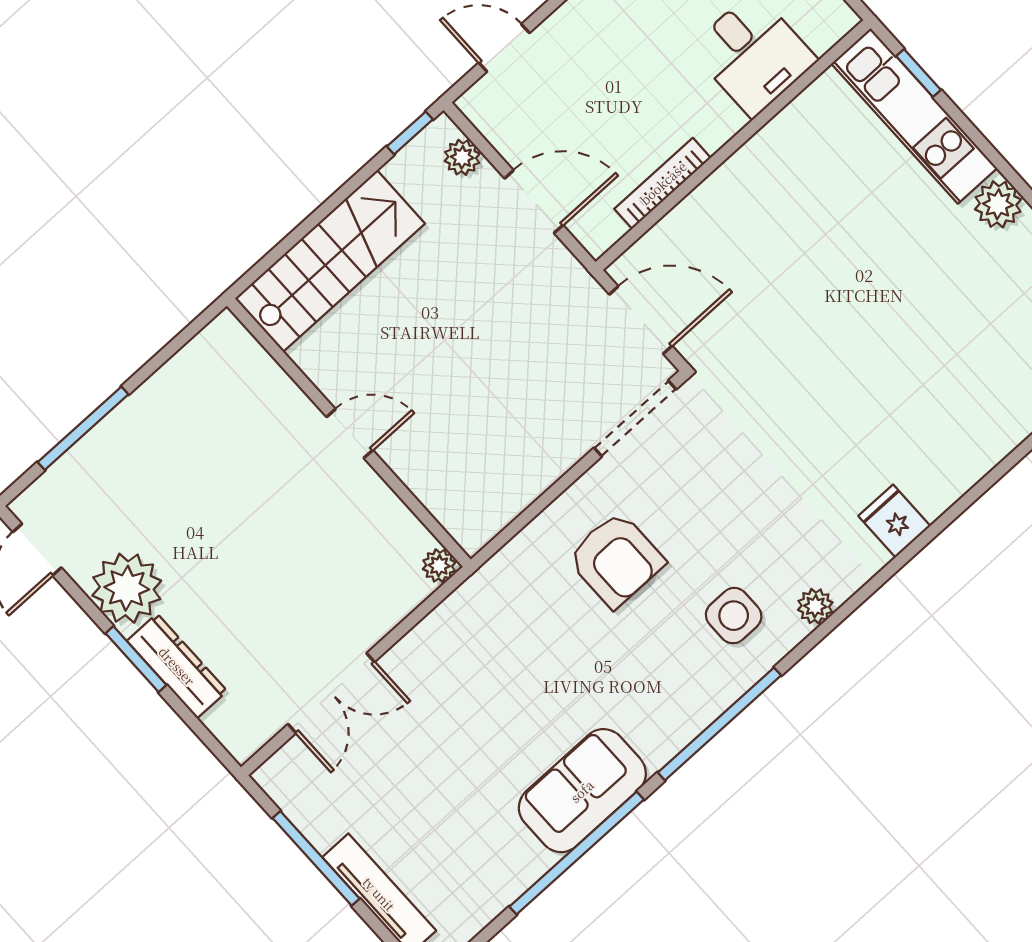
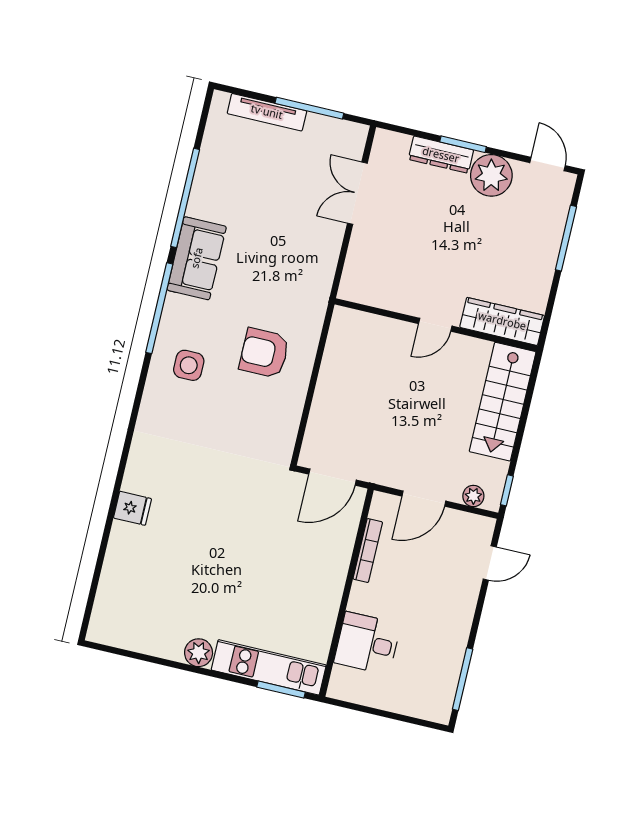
window: (918, 73) -> (281, 690), width x1.50
wardrobe: (253, 374) -> (502, 321), added
doorway: (635, 419) -> (302, 428), removed
fridge: (894, 521) -> (132, 508), moved
plant: (439, 566) -> (348, 291), removed
plant: (815, 606) -> (152, 397), removed
sofa: (582, 791) -> (197, 258), moved

